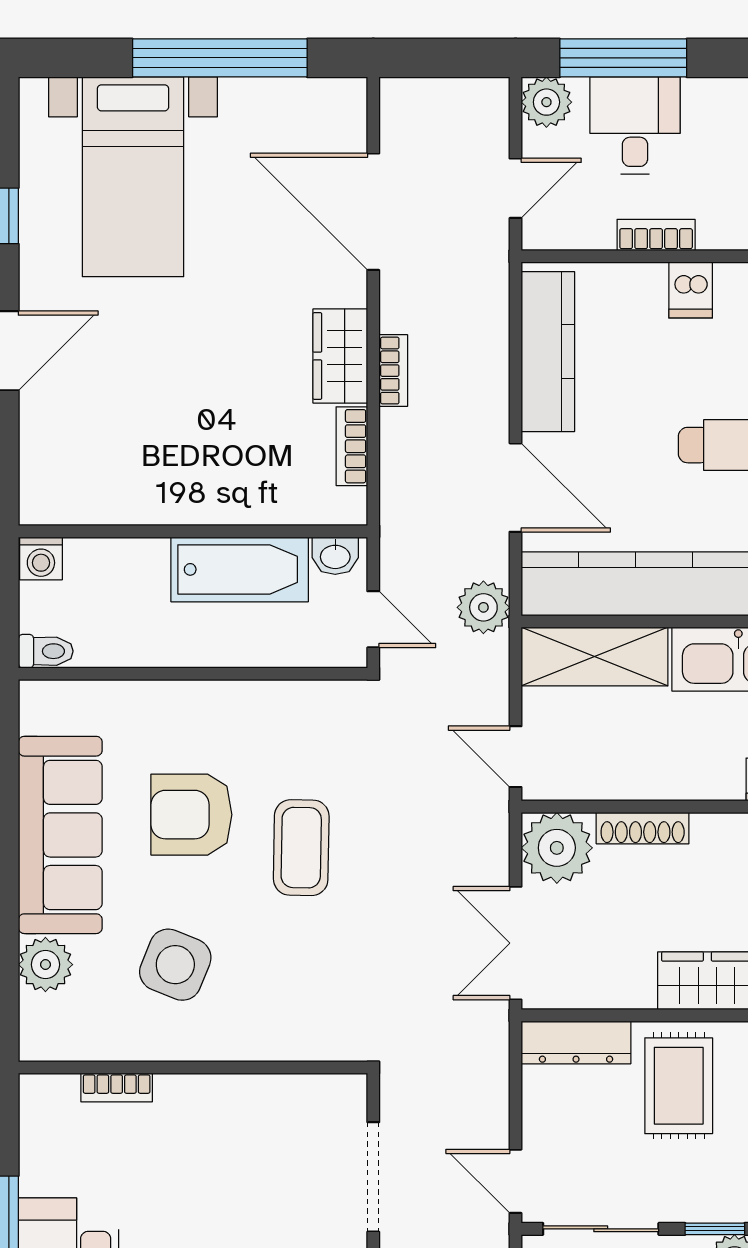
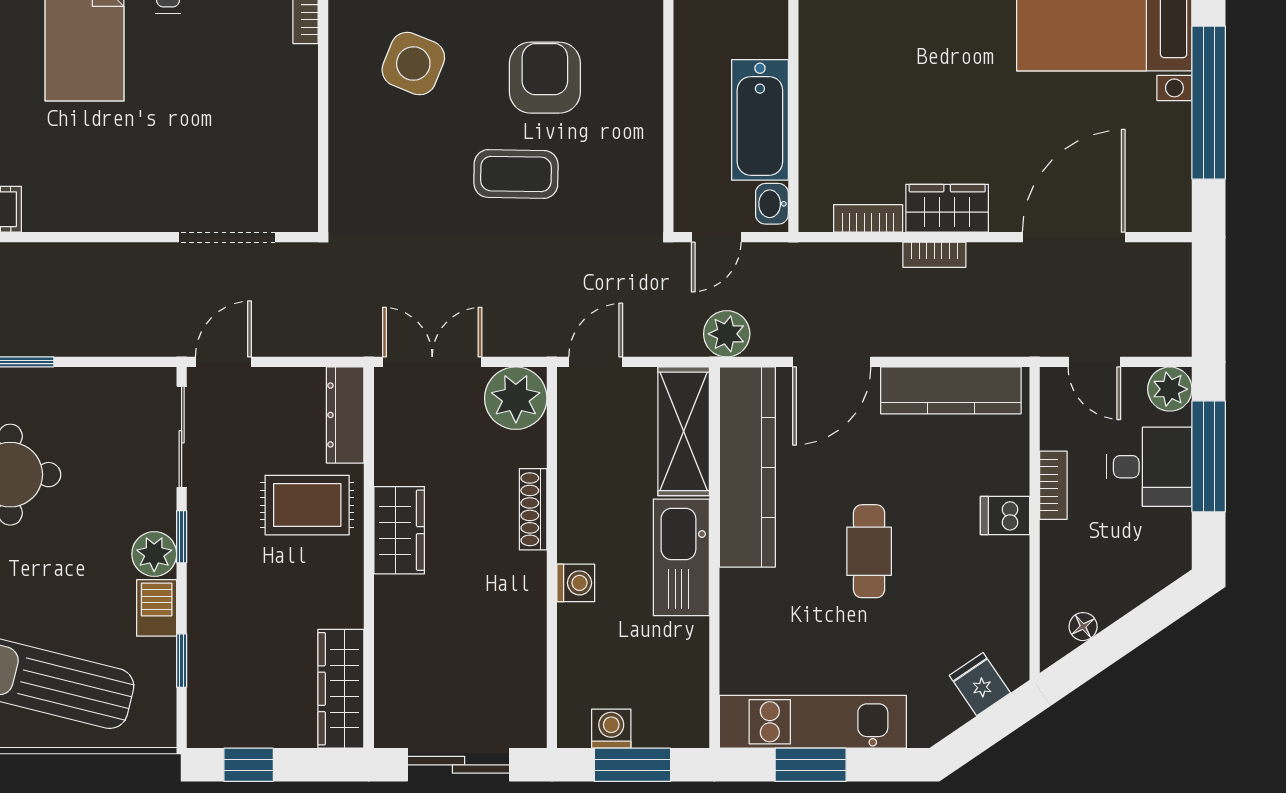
shoe rack: (643, 828) -> (533, 509), moved

